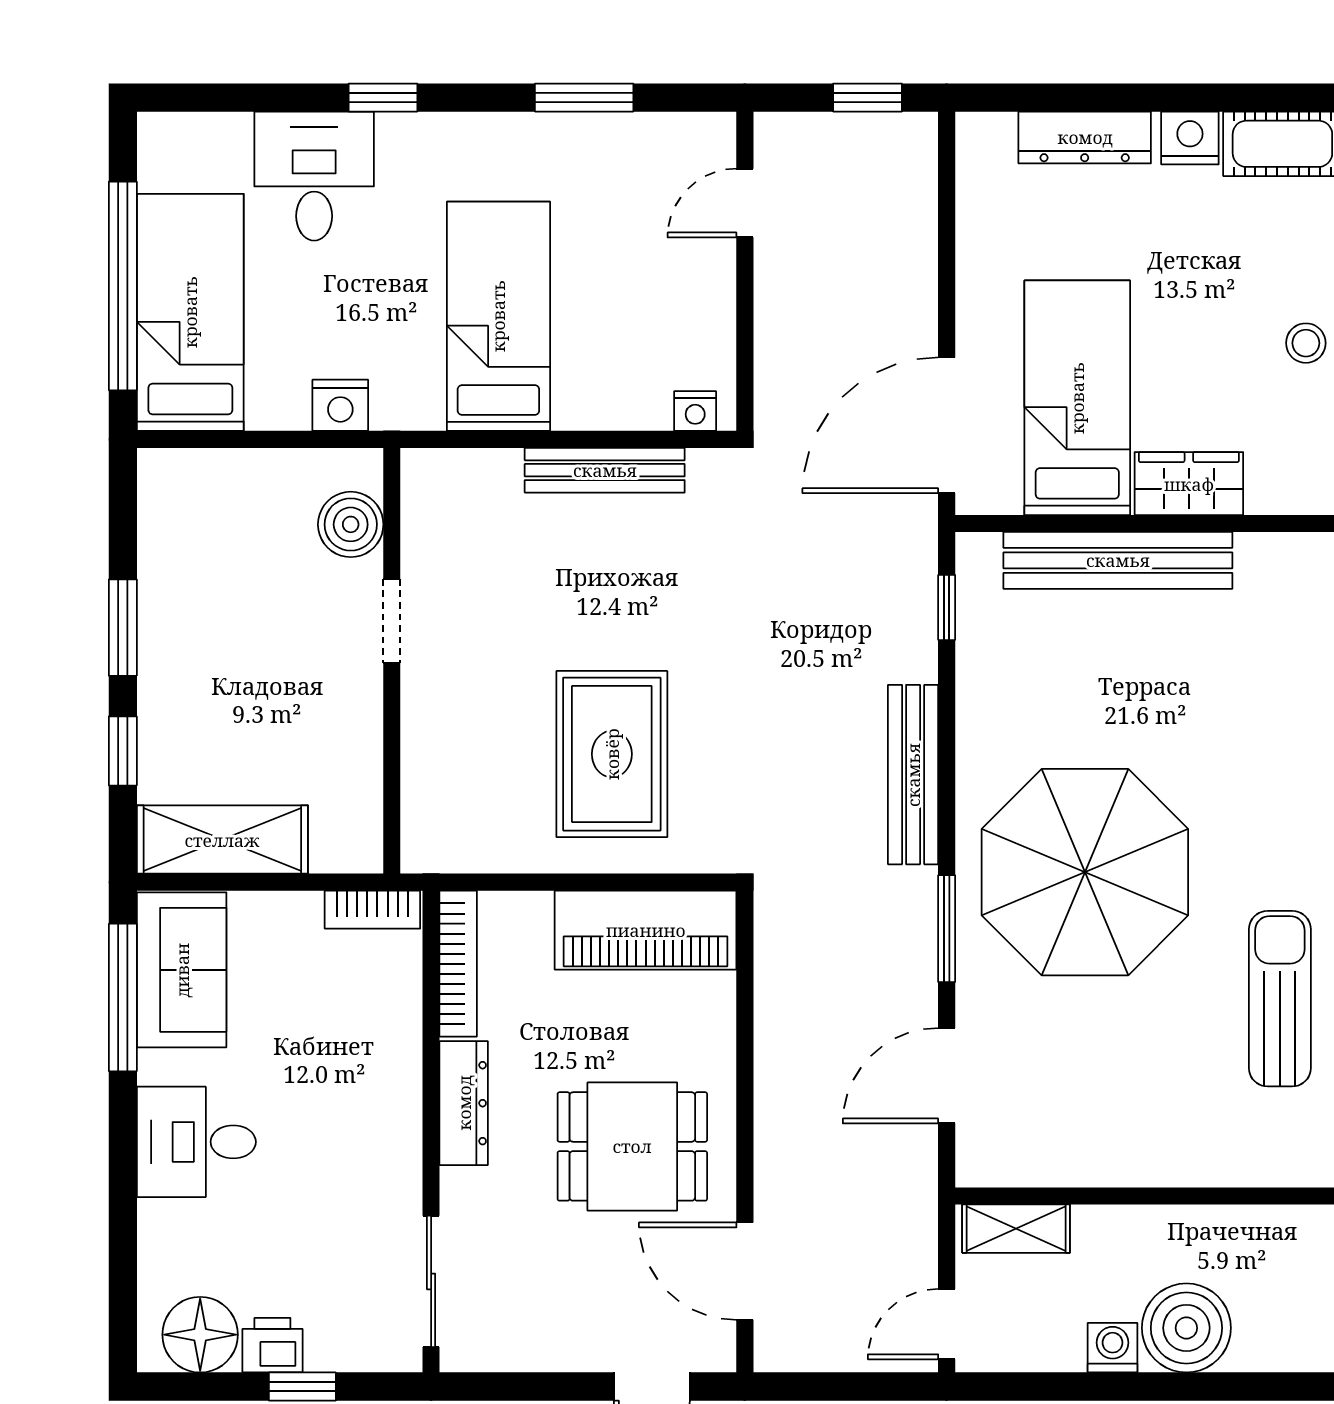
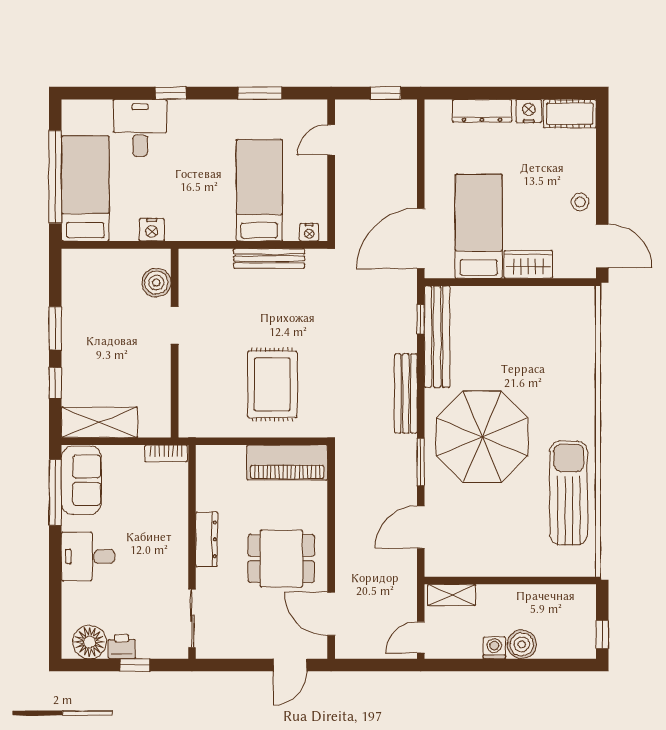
bed: (498, 316) -> (259, 190), moved
bench: (1118, 560) -> (437, 337), moved, turned 90
bookcase: (458, 964) -> (204, 477), removed
sun lounger: (1280, 999) -> (569, 493), width x1.36, depth x1.34
boiler: (1186, 1328) -> (522, 644), width x0.73, depth x0.73

